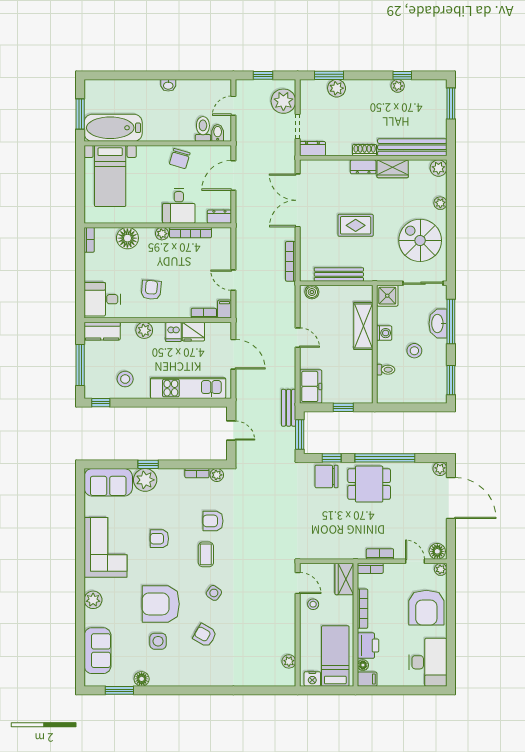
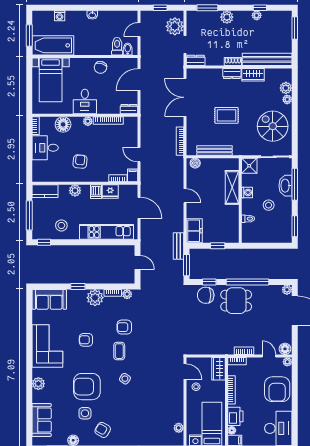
washing machine: (123, 86) -> (60, 16), added
plant: (337, 88) -> (227, 17), moved
plant: (438, 168) -> (286, 88), moved
desk: (179, 206) -> (85, 102), moved
desk: (102, 299) -> (45, 148), moved
plant: (145, 480) -> (95, 298), moved
armchair: (205, 635) -> (103, 430), moved

